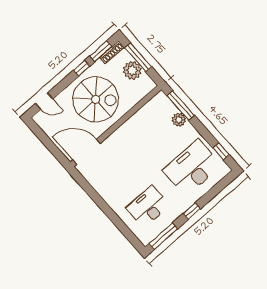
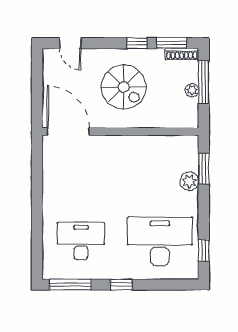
plant: (132, 70) -> (192, 90), width x0.53, depth x0.53
spiral stairs: (96, 99) -> (124, 87), width x0.73, depth x0.73
window: (181, 106) -> (204, 169), width x0.69

